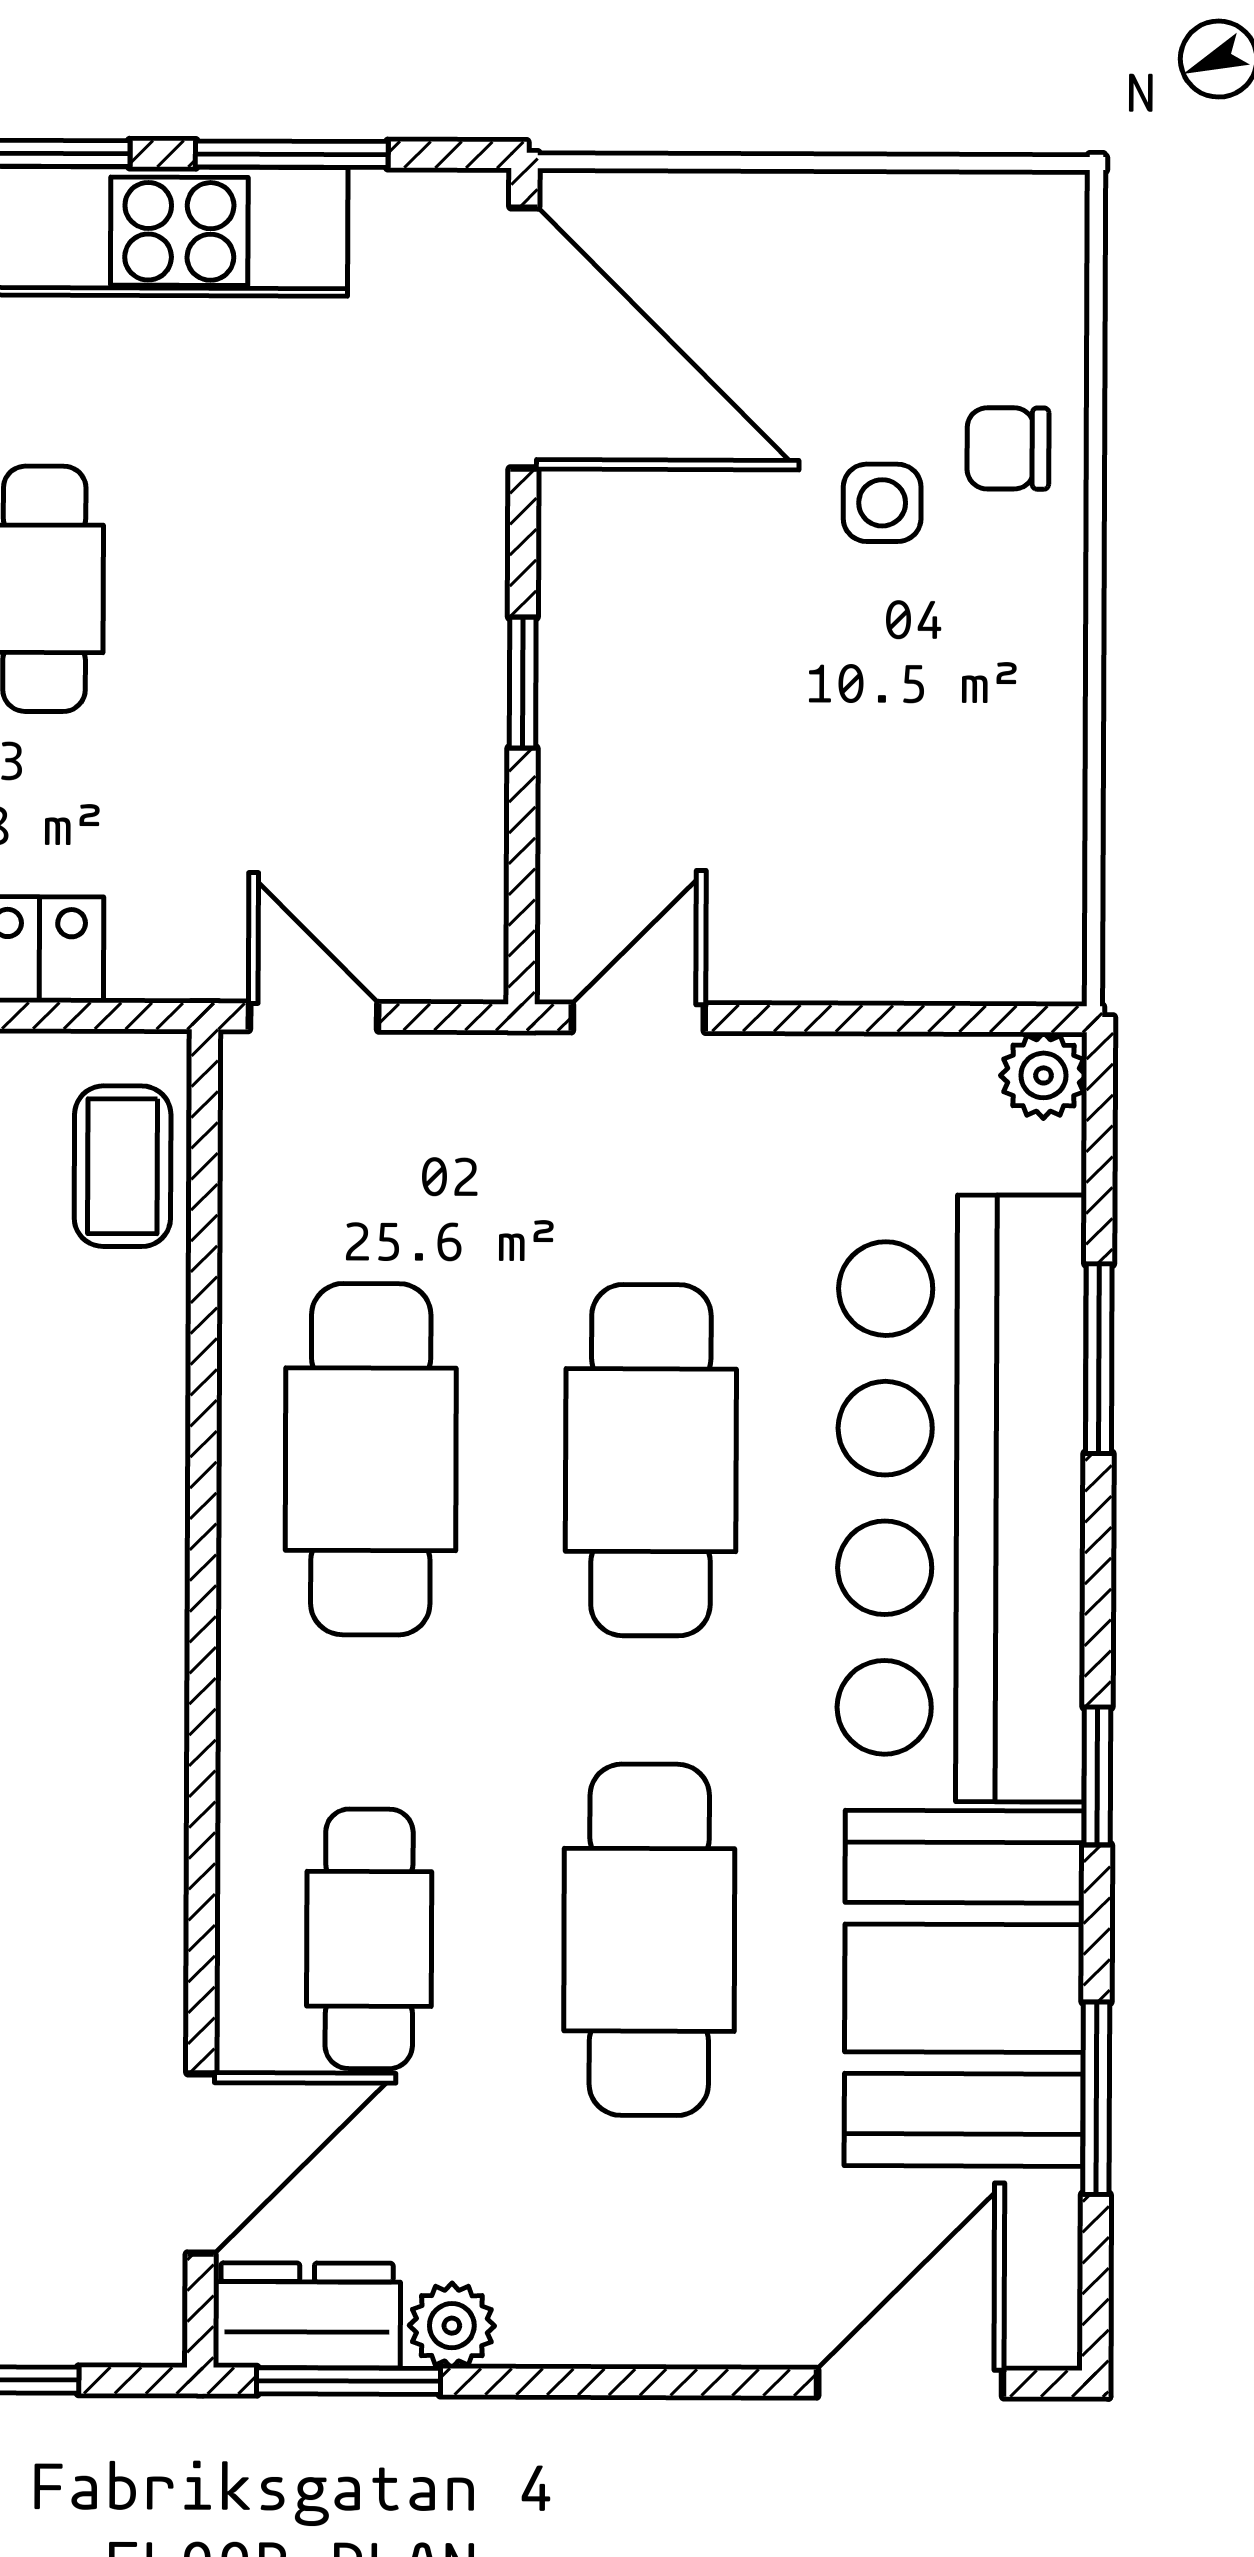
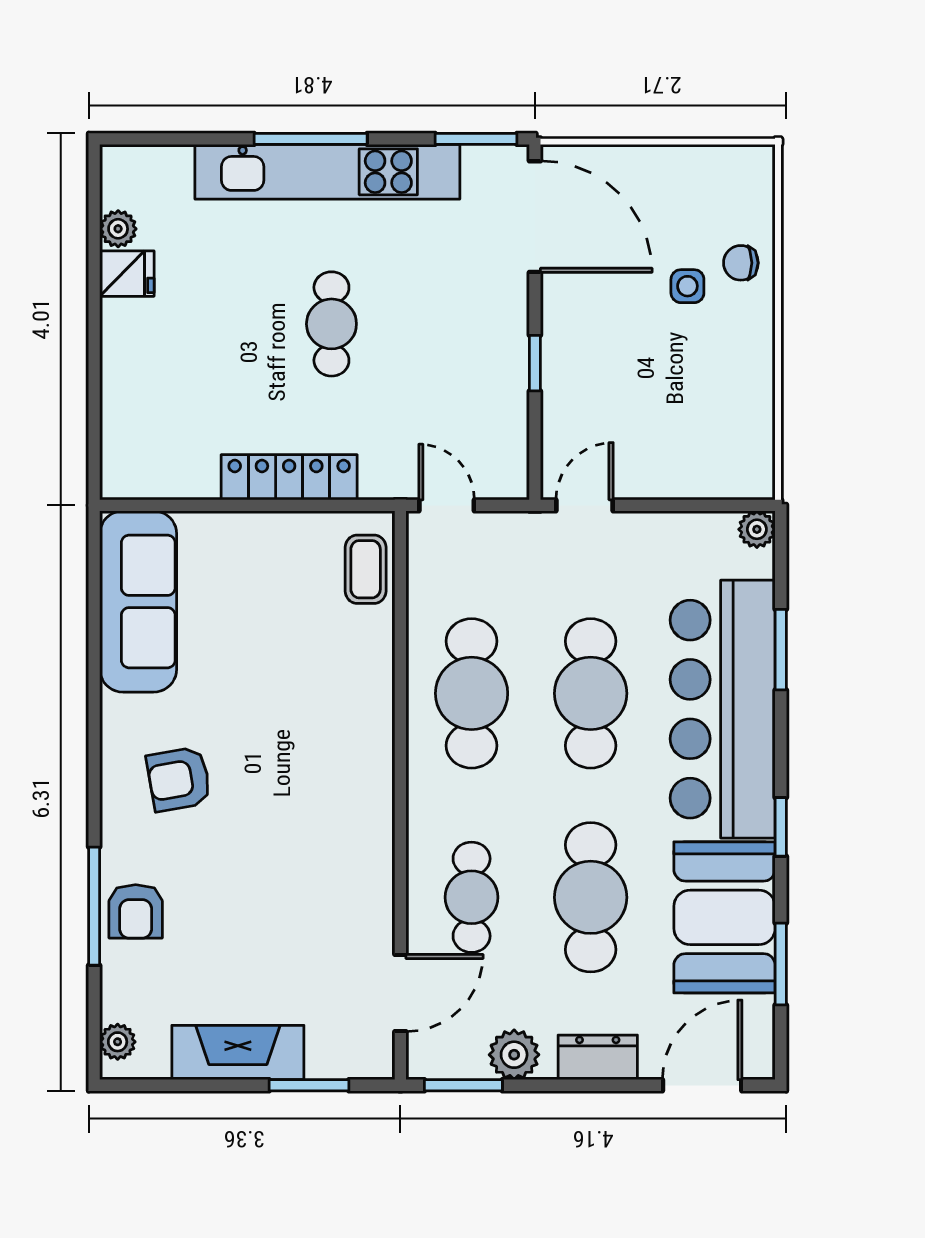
window: (292, 154) -> (476, 139), moved
dresser: (307, 2315) -> (598, 1057), moved
plant: (452, 2326) -> (514, 1055), width x1.38, depth x1.38

